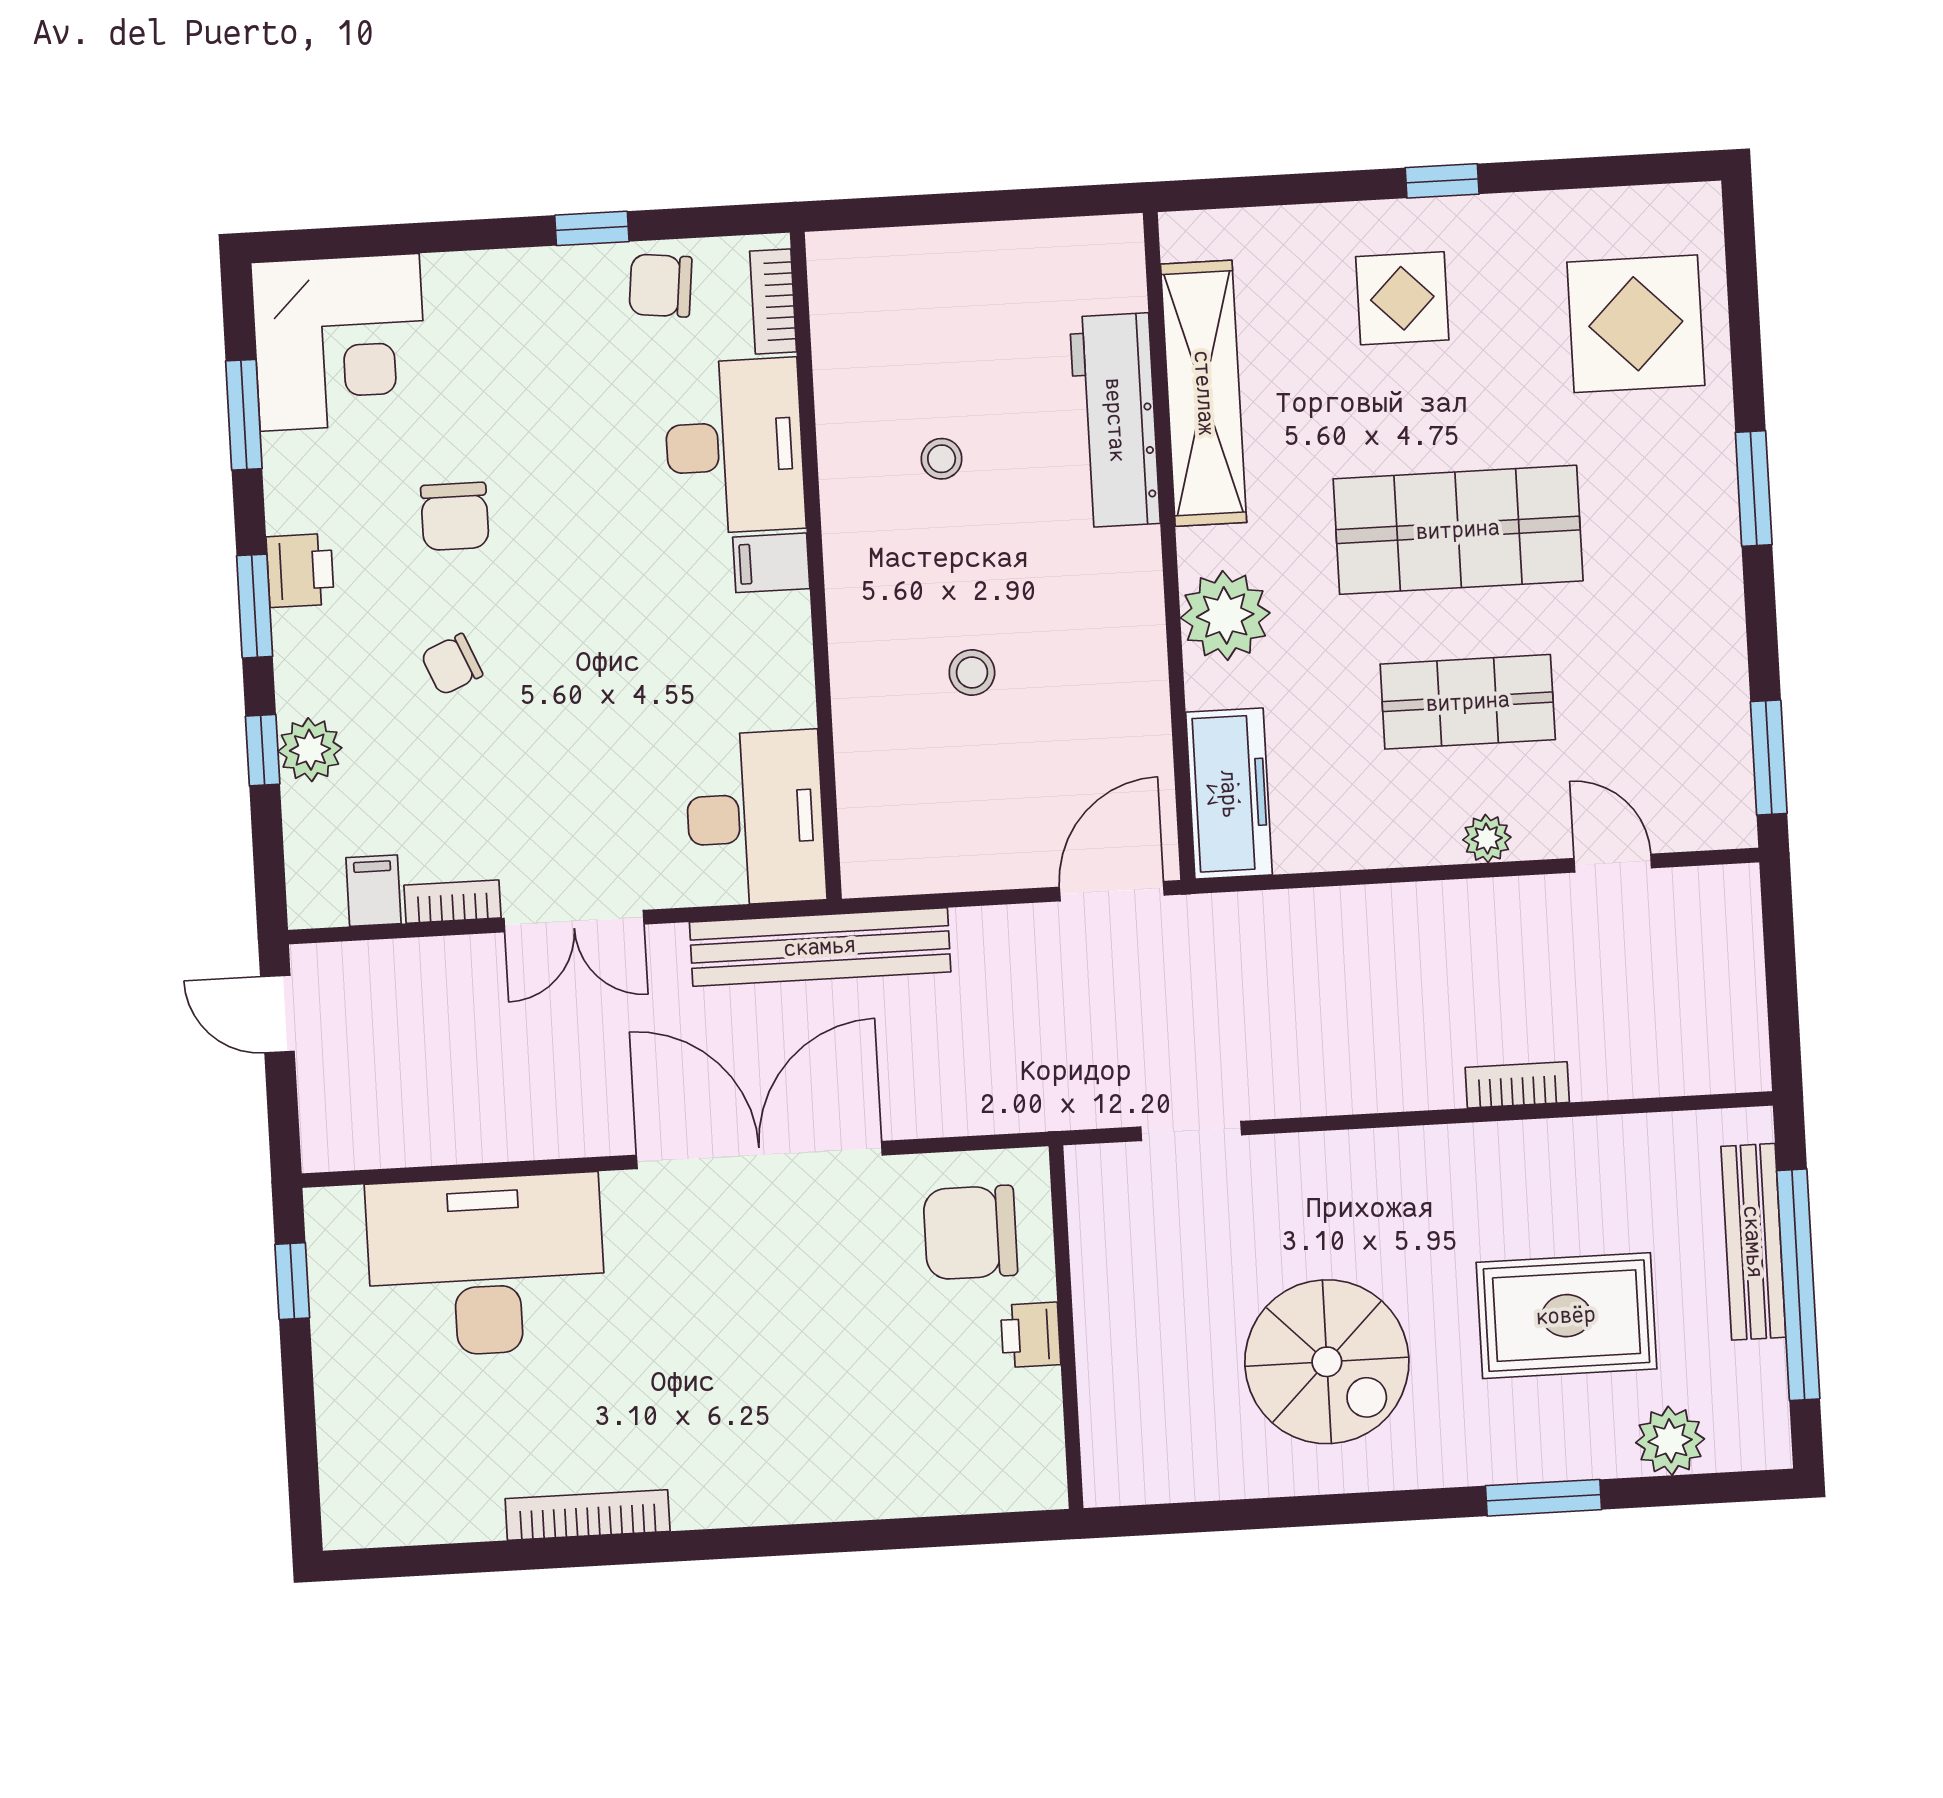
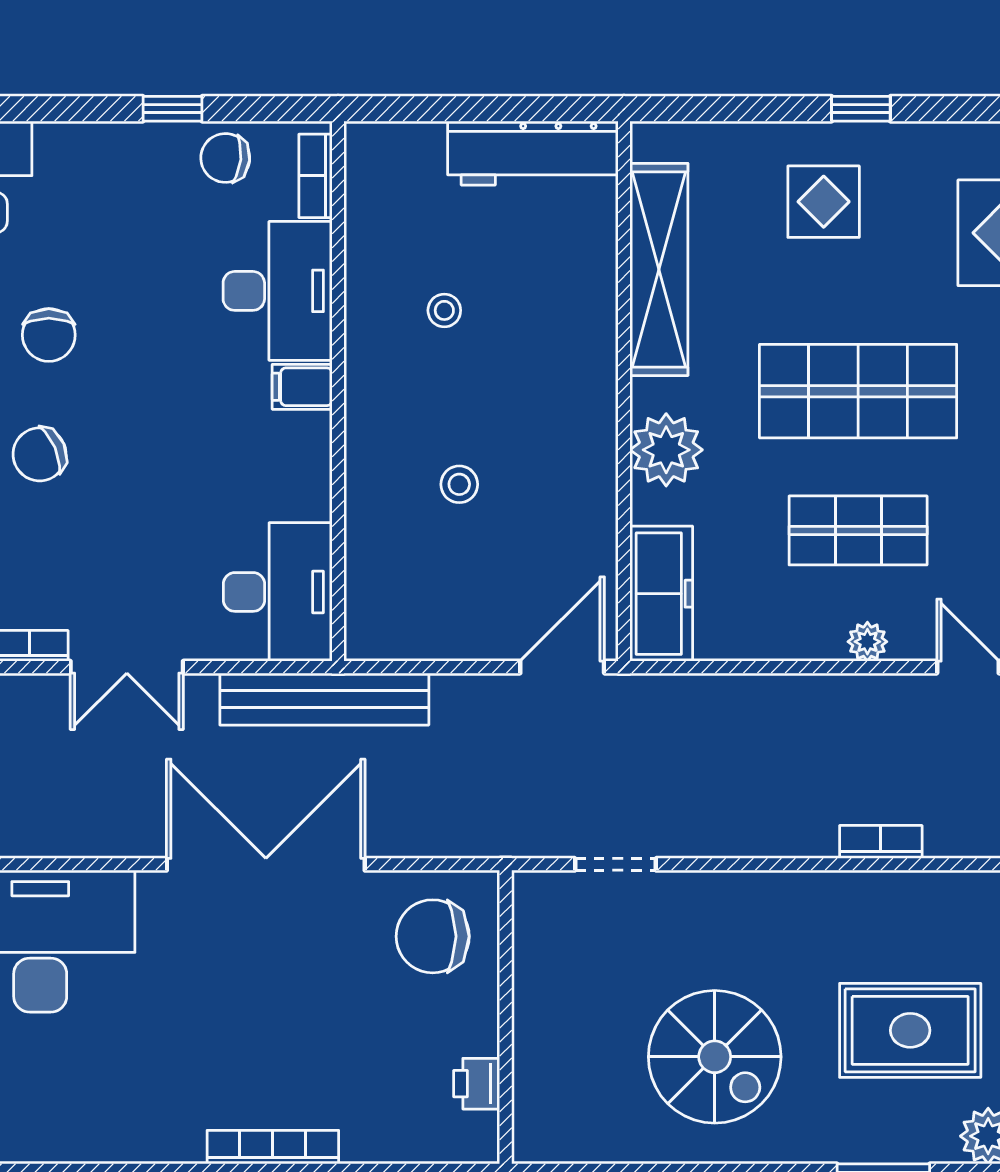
workbench: (1115, 420) -> (533, 153), moved, turned -90
chair: (452, 664) -> (40, 454), width x1.37, depth x1.37
printer: (1031, 1335) -> (477, 1084), moved
bookcase: (588, 1515) -> (273, 1147), moved

